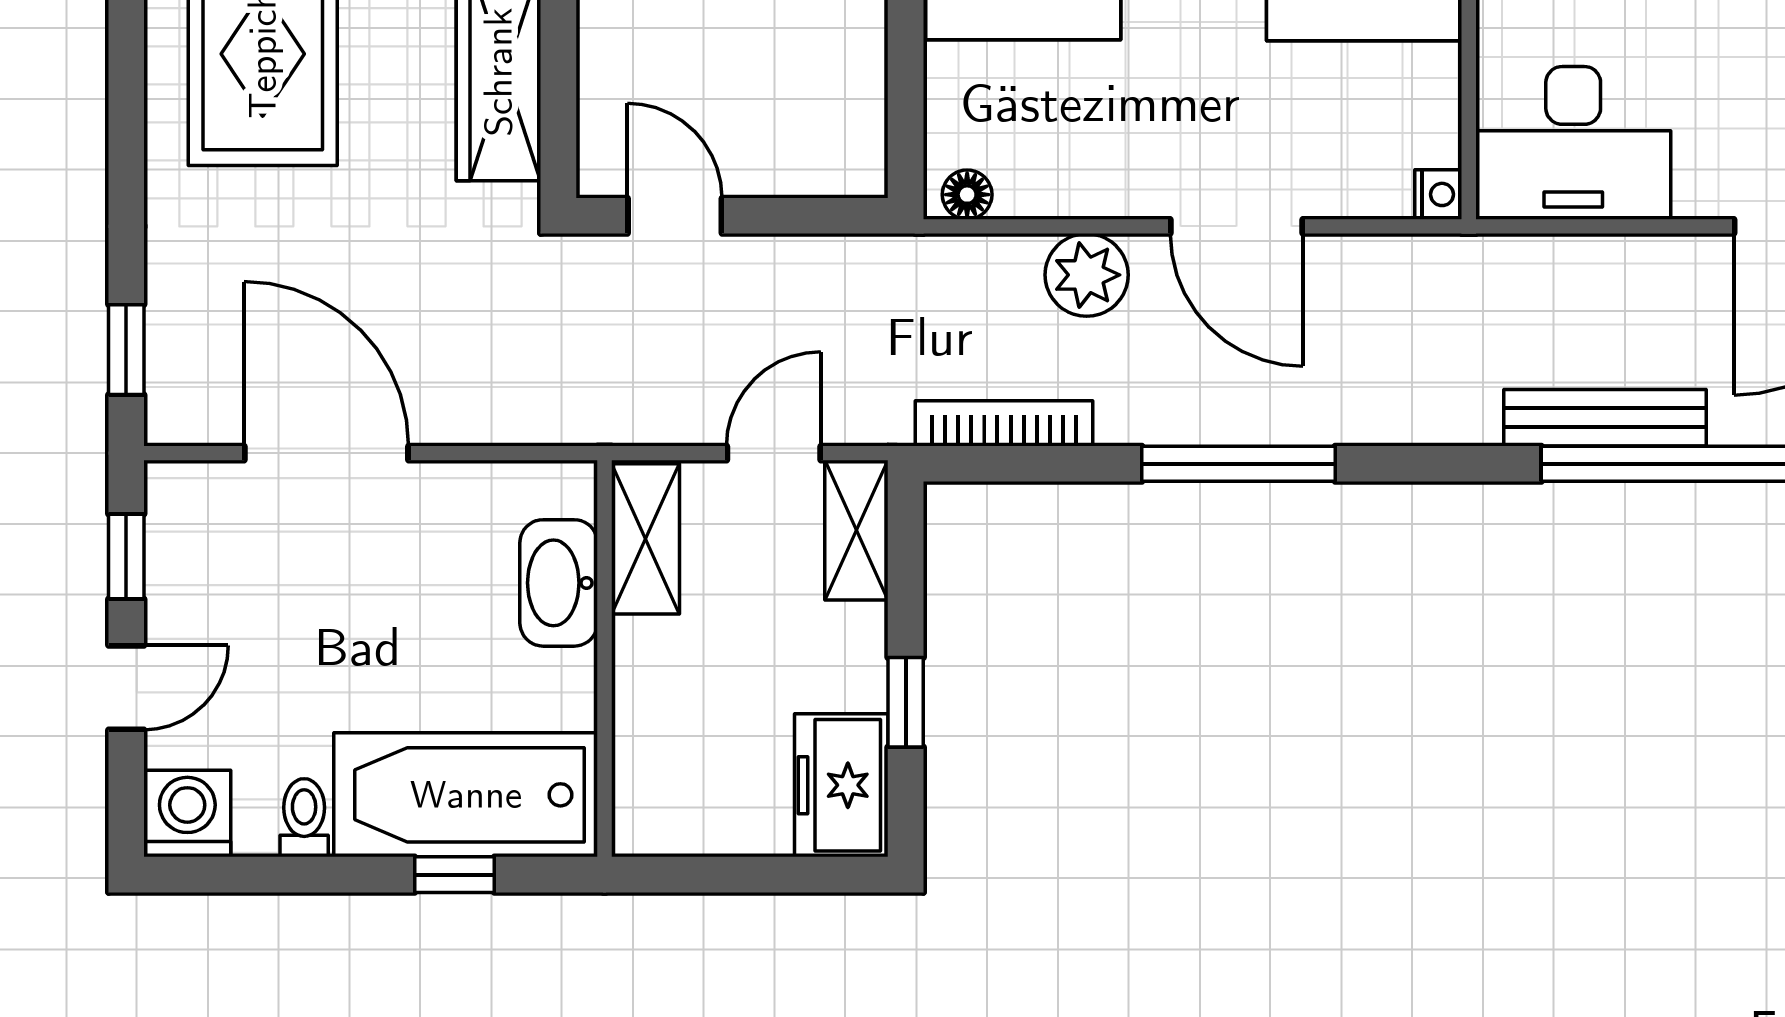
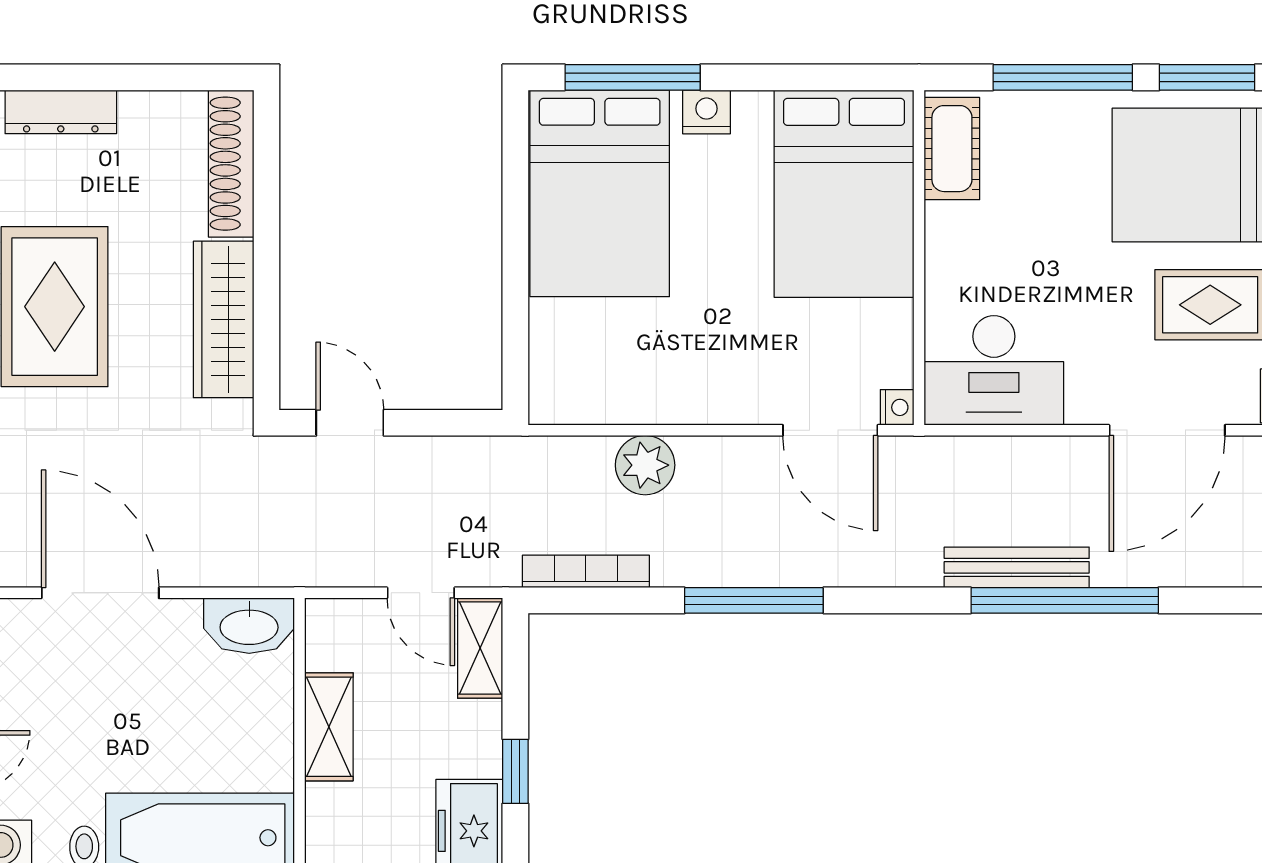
floor lamp: (967, 195) -> (559, 408), removed
door: (1237, 226) -> (830, 430), moved
door: (774, 453) -> (421, 593), swing flipped
shelving: (645, 539) -> (329, 727), moved
washbasin: (559, 583) -> (249, 626), moved, turned -90

